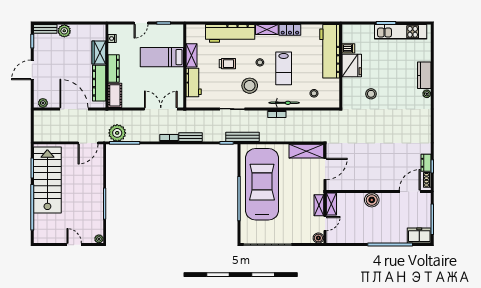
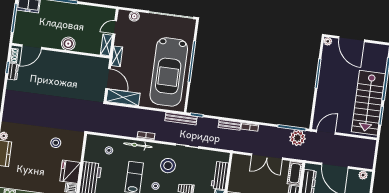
double door: (161, 109) -> (267, 157), moved
door: (325, 169) -> (108, 79), swing flipped
shelving: (319, 205) -> (117, 56), moved
boiler: (318, 238) -> (134, 16), moved
door: (74, 245) -> (351, 39), width x1.88

